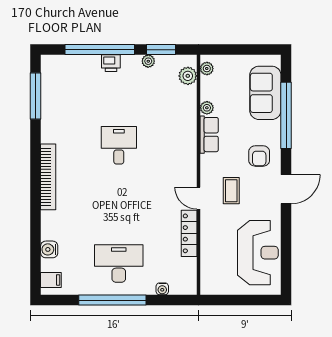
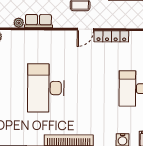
desk: (119, 145) -> (46, 88), width x1.87, depth x1.30

